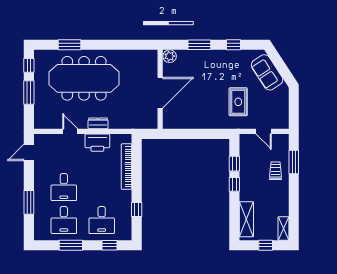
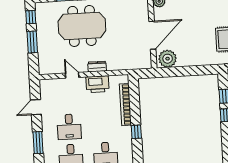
meeting table: (84, 78) -> (82, 26), width x0.73
plant: (175, 119) -> (168, 59), added
door: (29, 152) -> (36, 107), moved
window: (137, 209) -> (136, 132), moved

